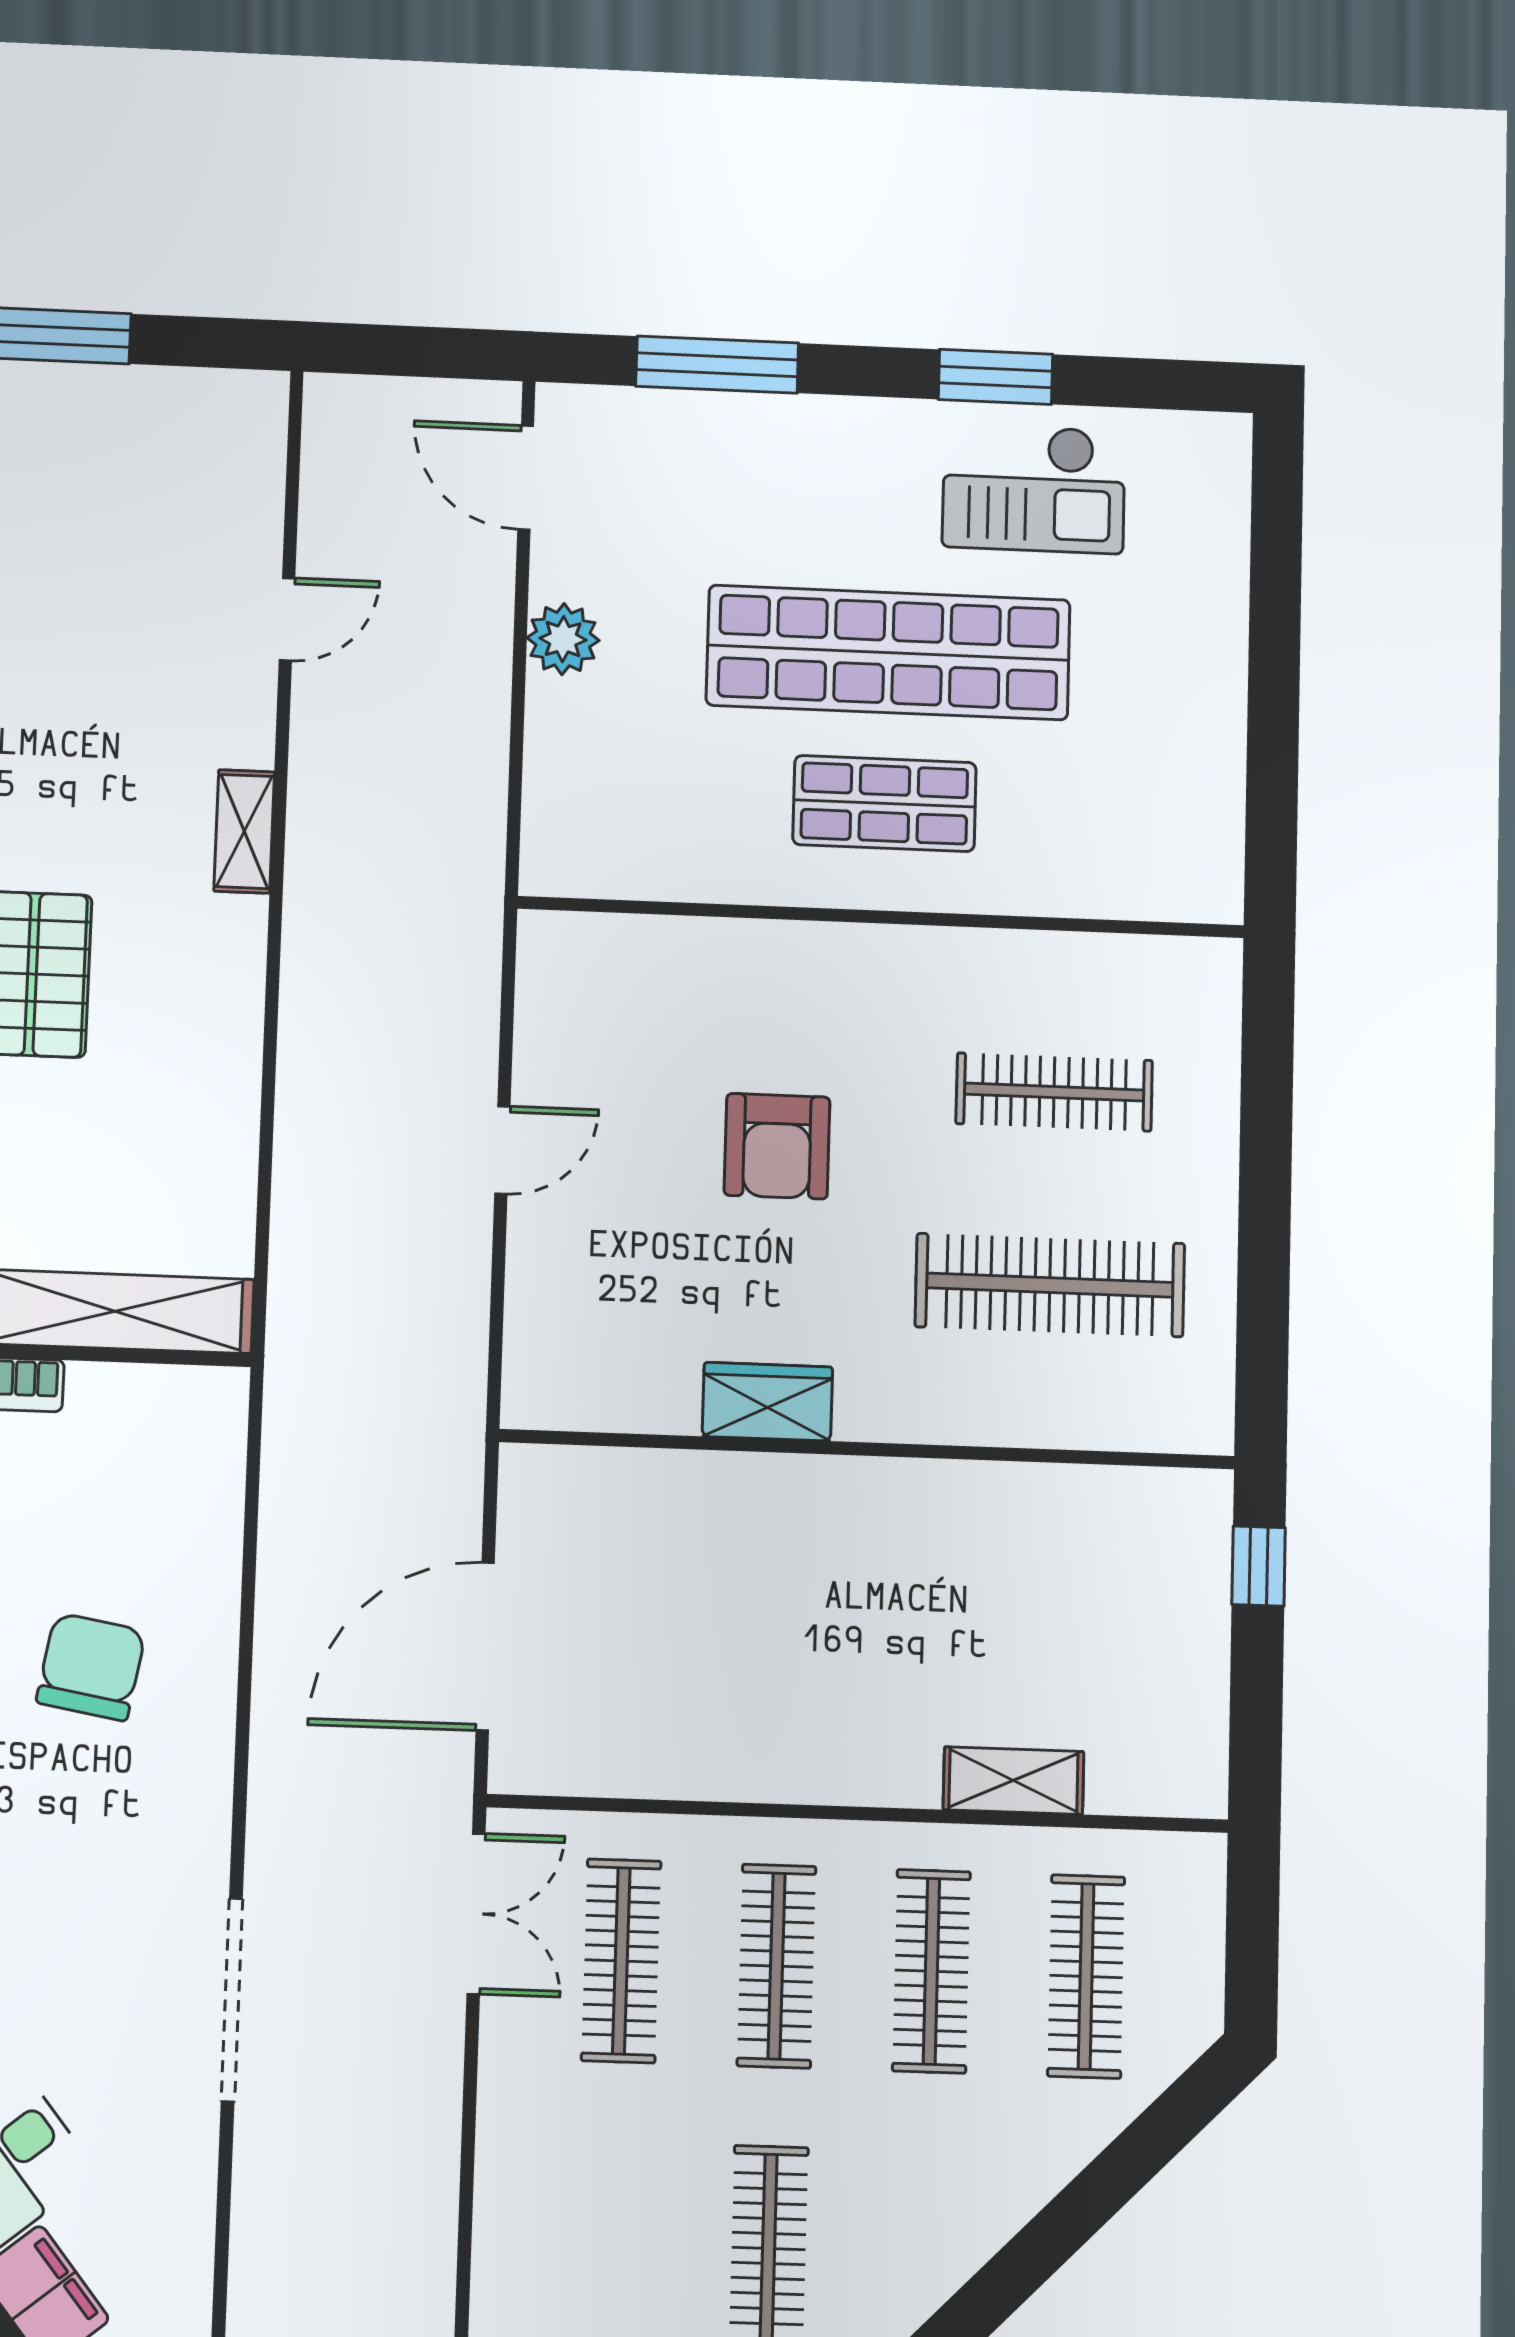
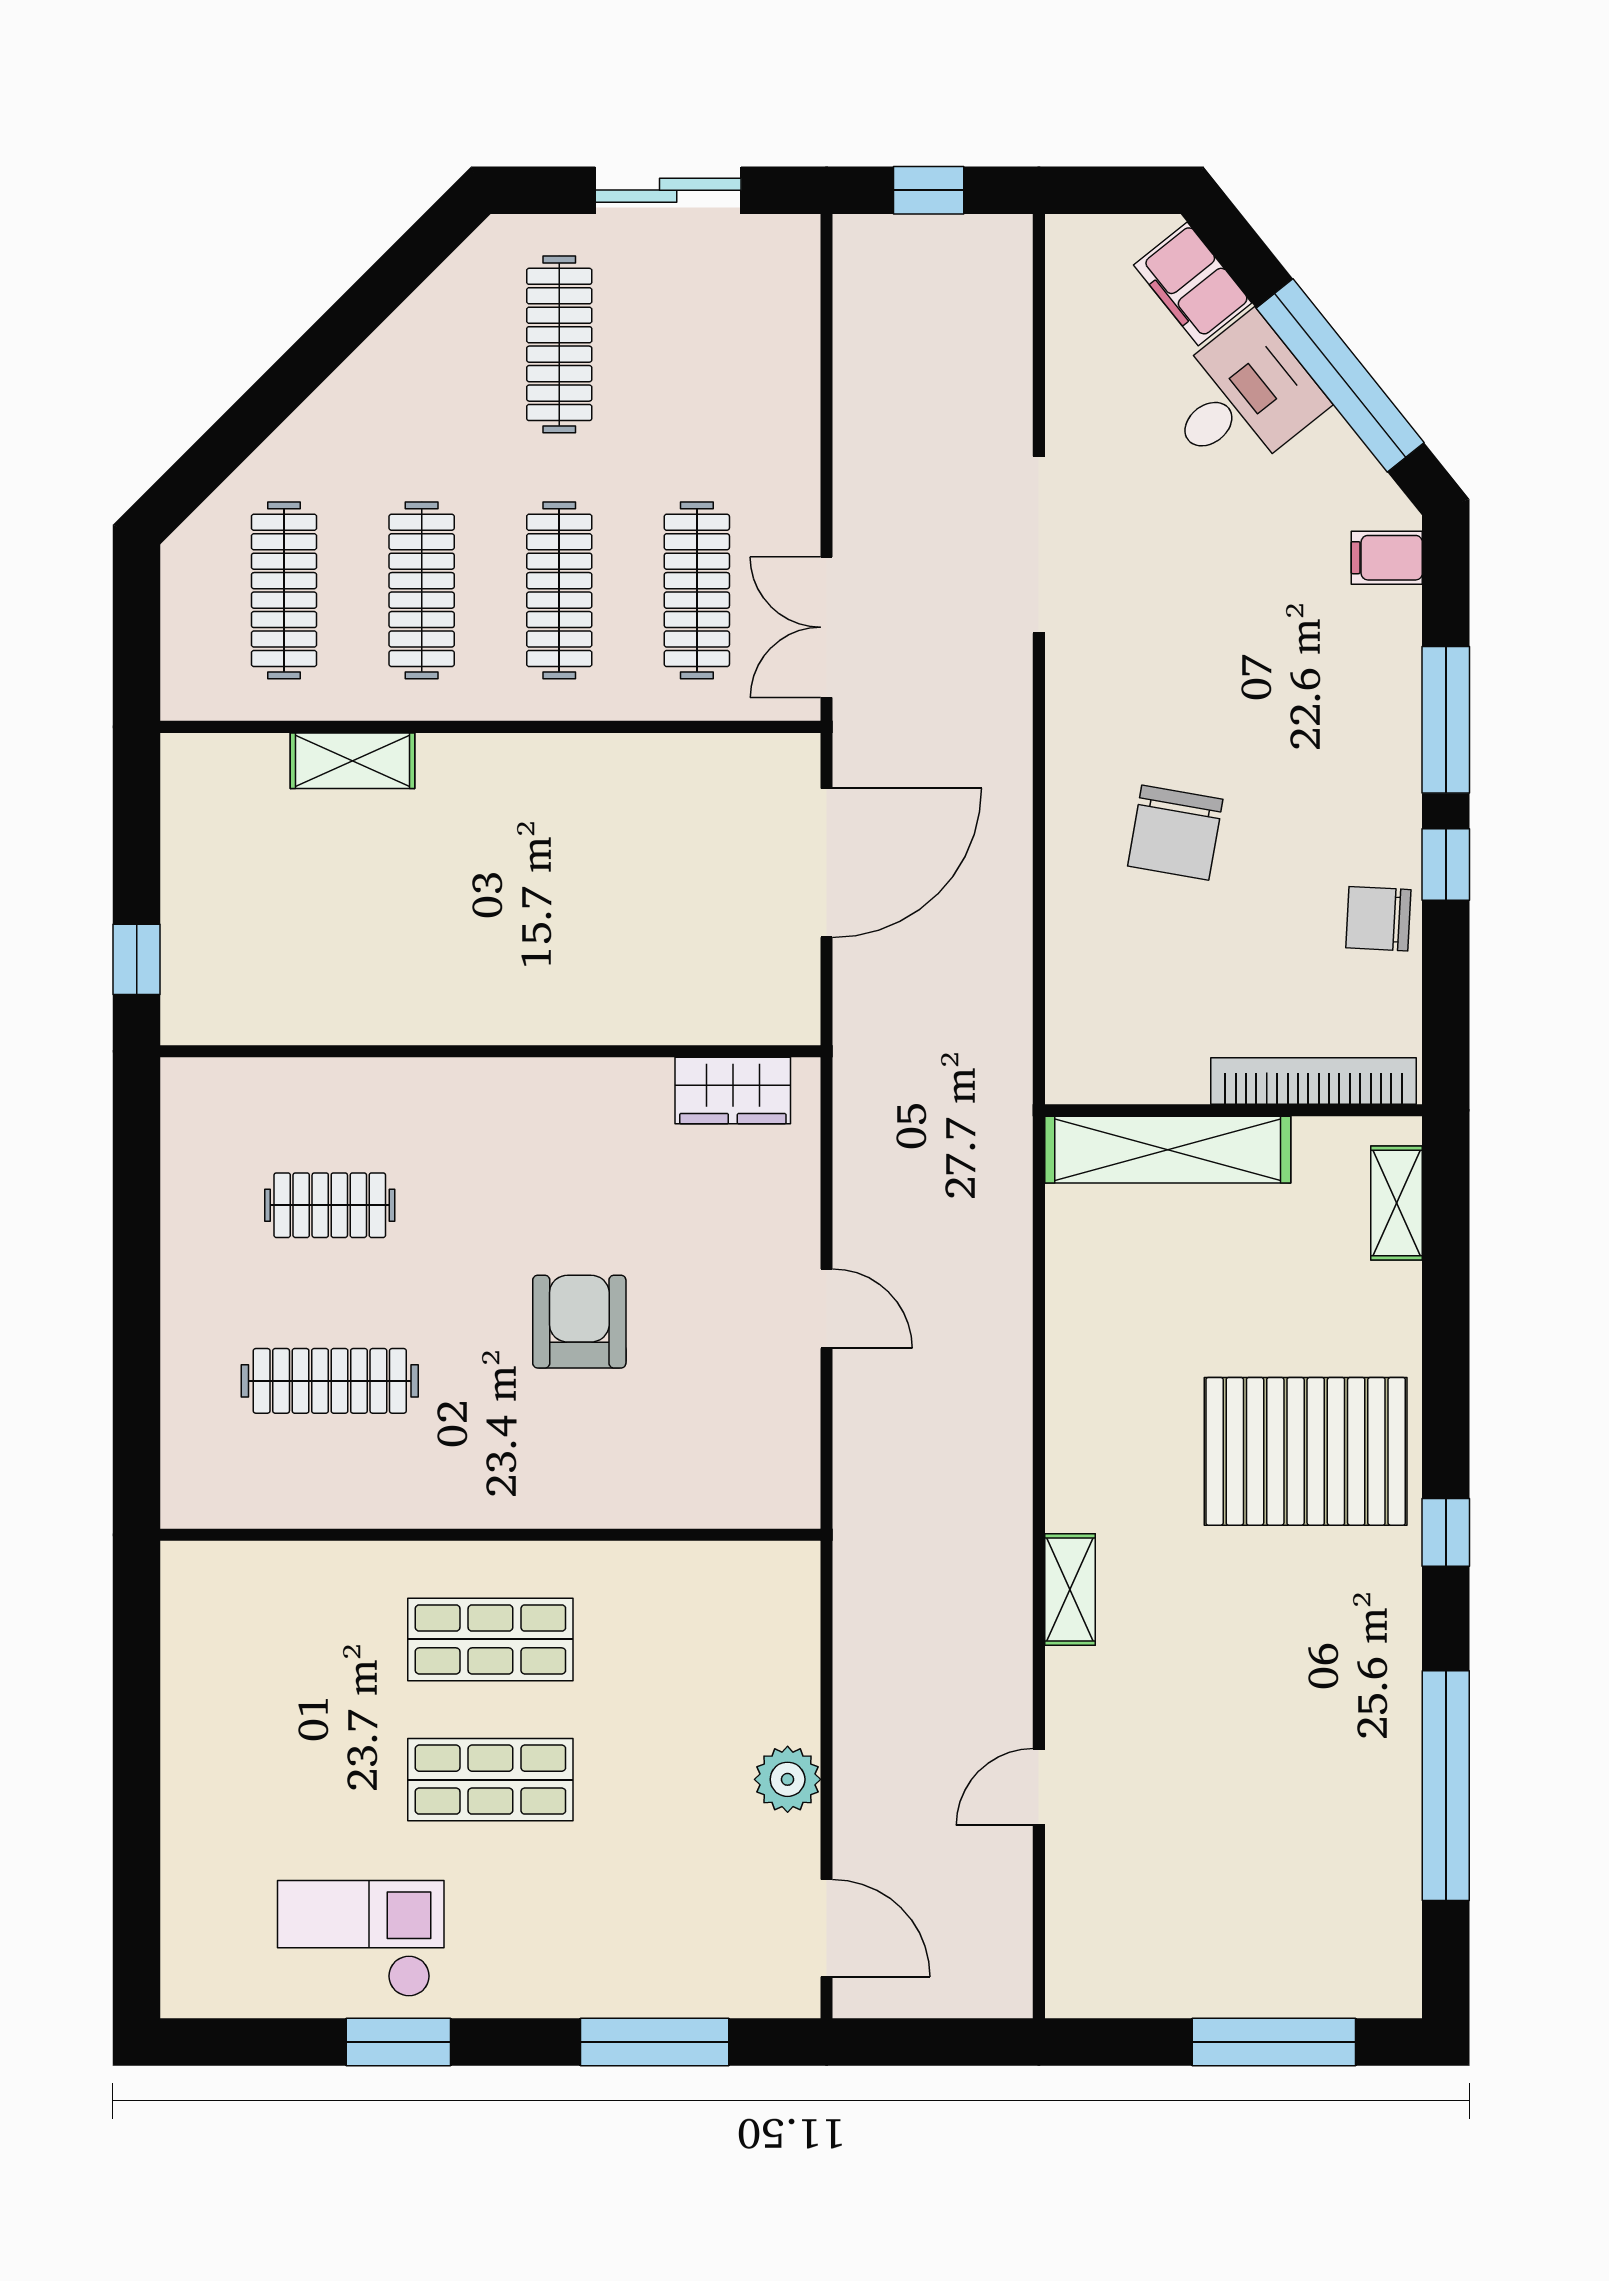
shop shelf: (888, 653) -> (490, 1780), width x0.50, depth x0.74
door: (502, 1150) -> (827, 1309), swing flipped
clothes rail: (1050, 1285) -> (330, 1205), width x0.54, depth x0.76
wardrobe: (767, 1402) -> (733, 1091), moved

